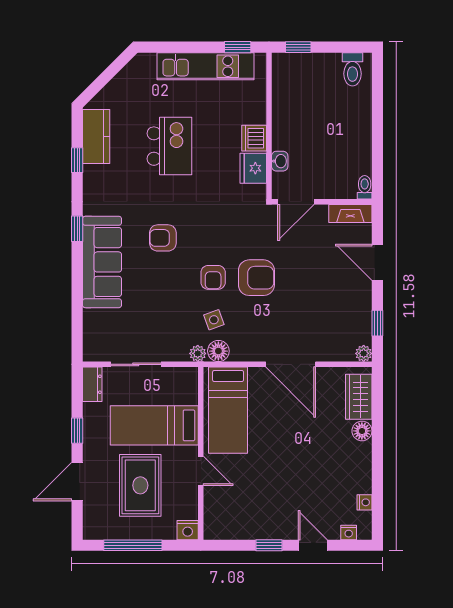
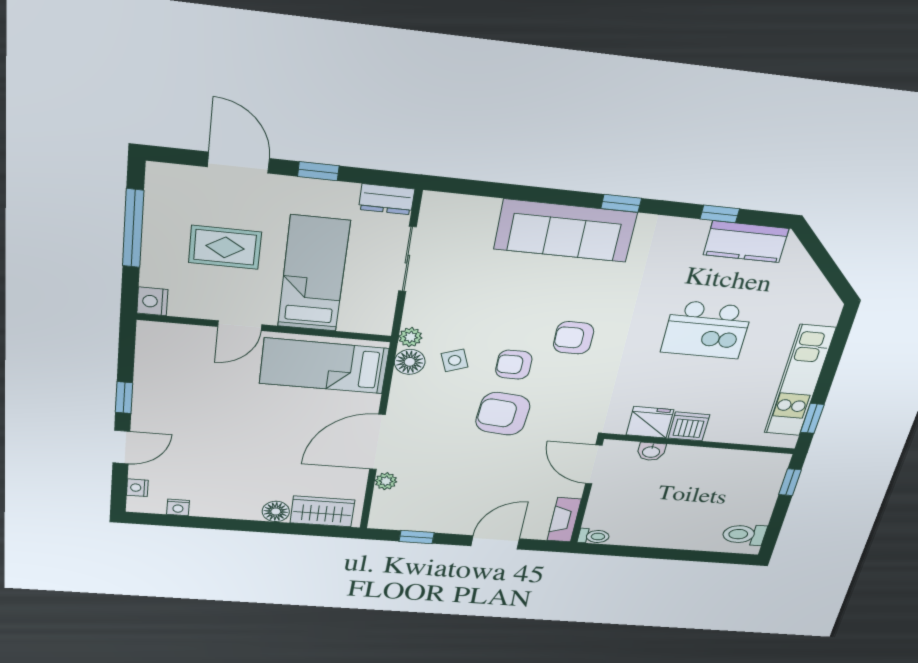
armchair: (163, 238) -> (574, 338), moved, turned -90
armchair: (256, 278) -> (503, 414), turned 95
plant: (364, 353) -> (386, 481), moved
rug: (140, 485) -> (225, 247), width x0.73, depth x0.70

